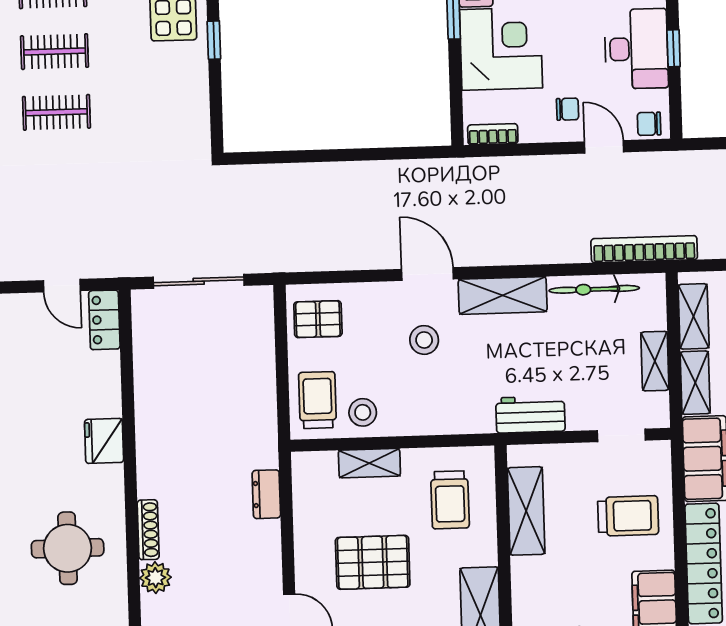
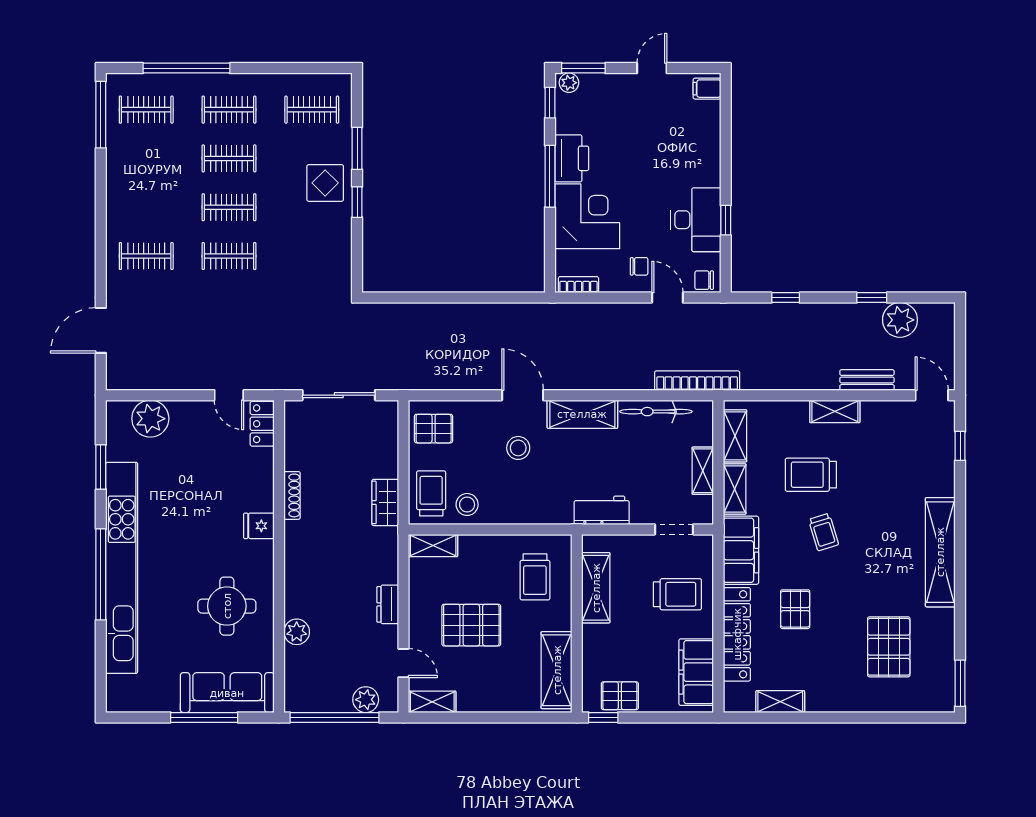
wardrobe: (261, 413) -> (385, 502), added
fridge: (104, 441) -> (259, 526), width x0.72
shelving: (369, 463) -> (433, 545), moved
dresser: (266, 494) -> (388, 604), moved
shoe rack: (148, 530) -> (292, 495), moved

